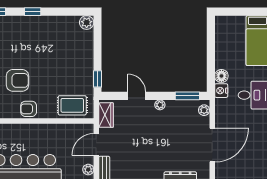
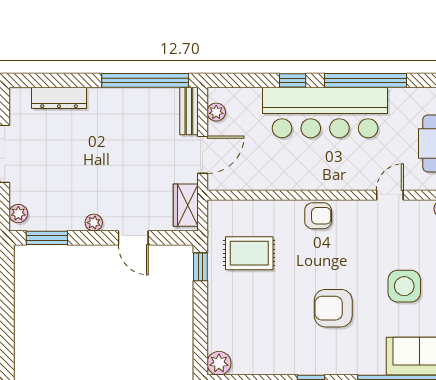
armchair: (17, 80) -> (333, 308), moved
rug: (72, 105) -> (249, 253), moved

